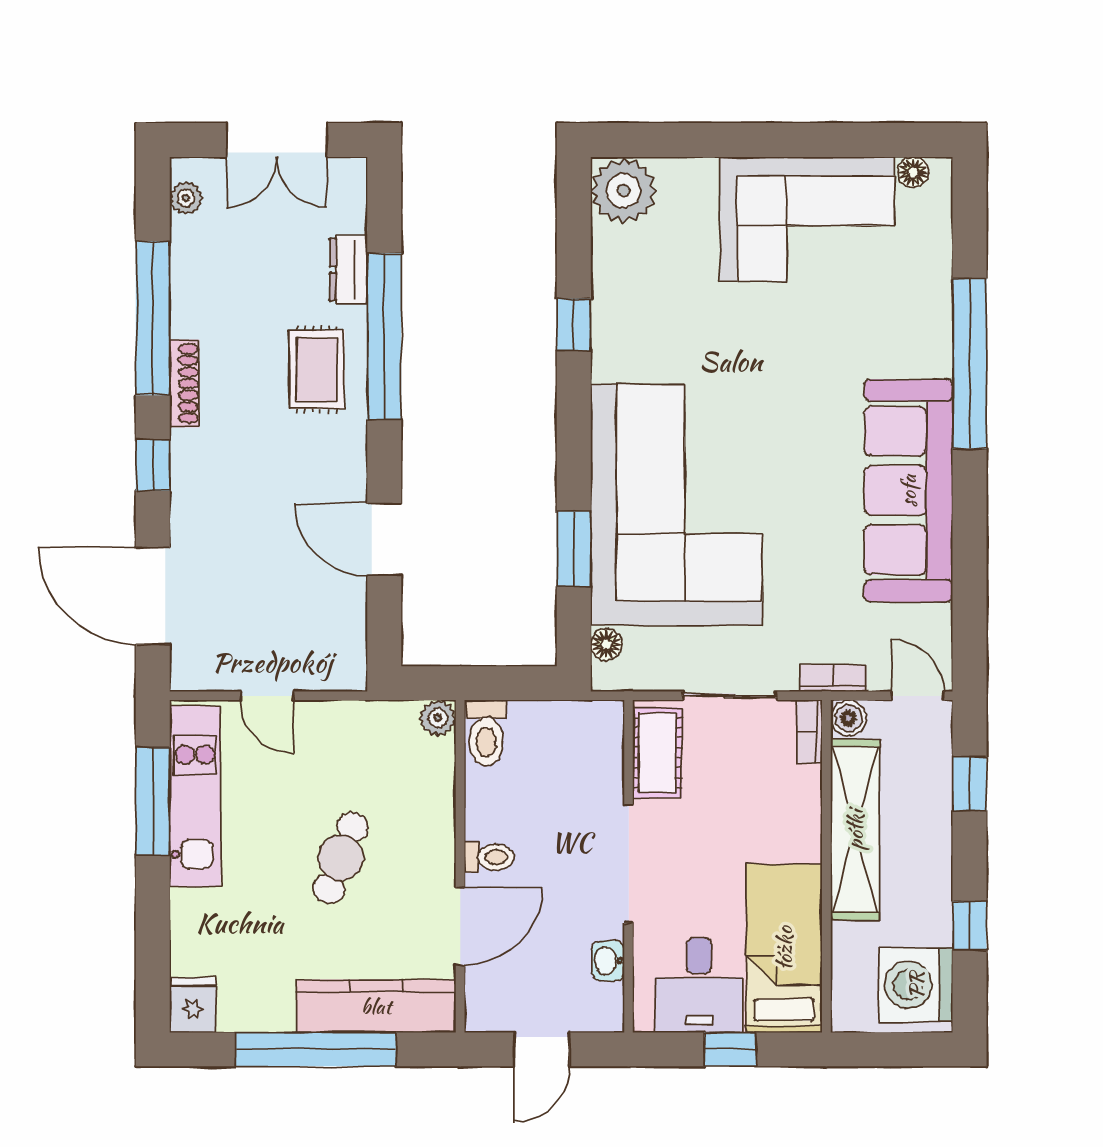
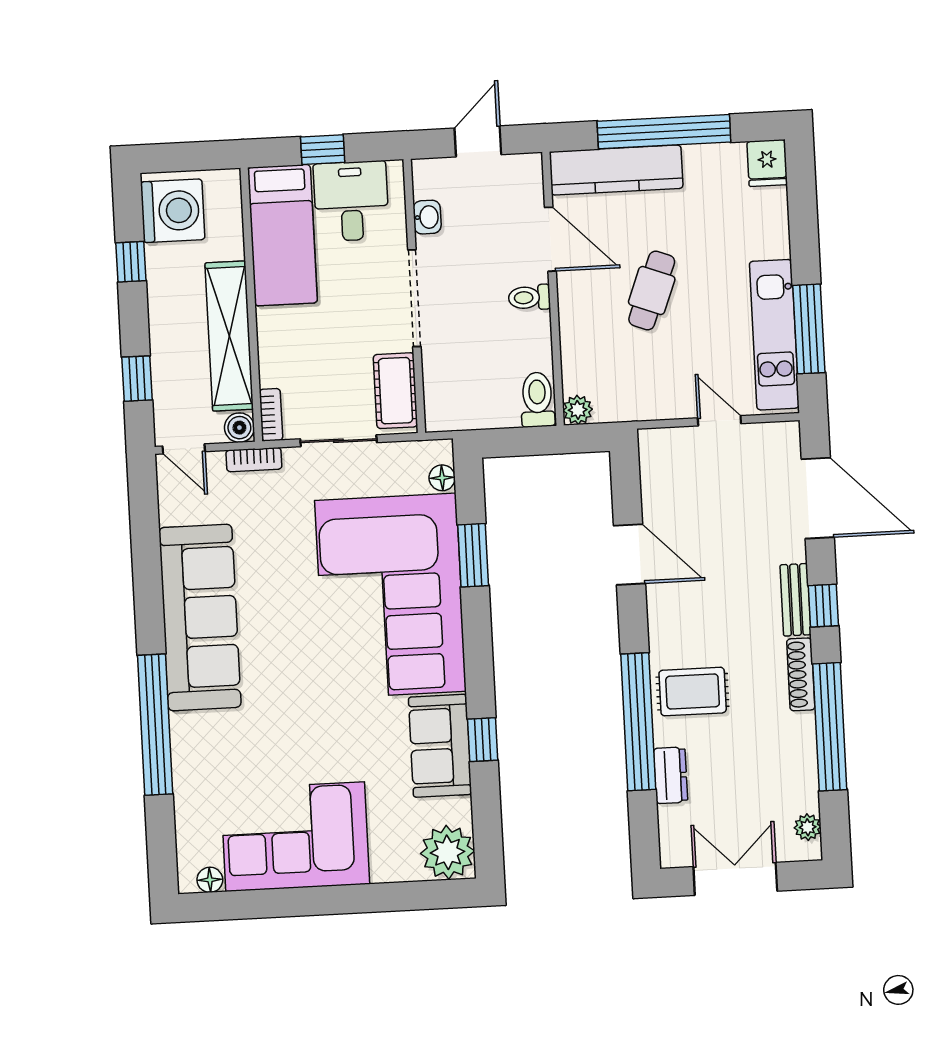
sofa: (626, 320) -> (440, 746), added
rug: (317, 370) -> (693, 692), turned 90
bench: (186, 474) -> (795, 600), added
door: (460, 926) -> (550, 239), swing flipped

